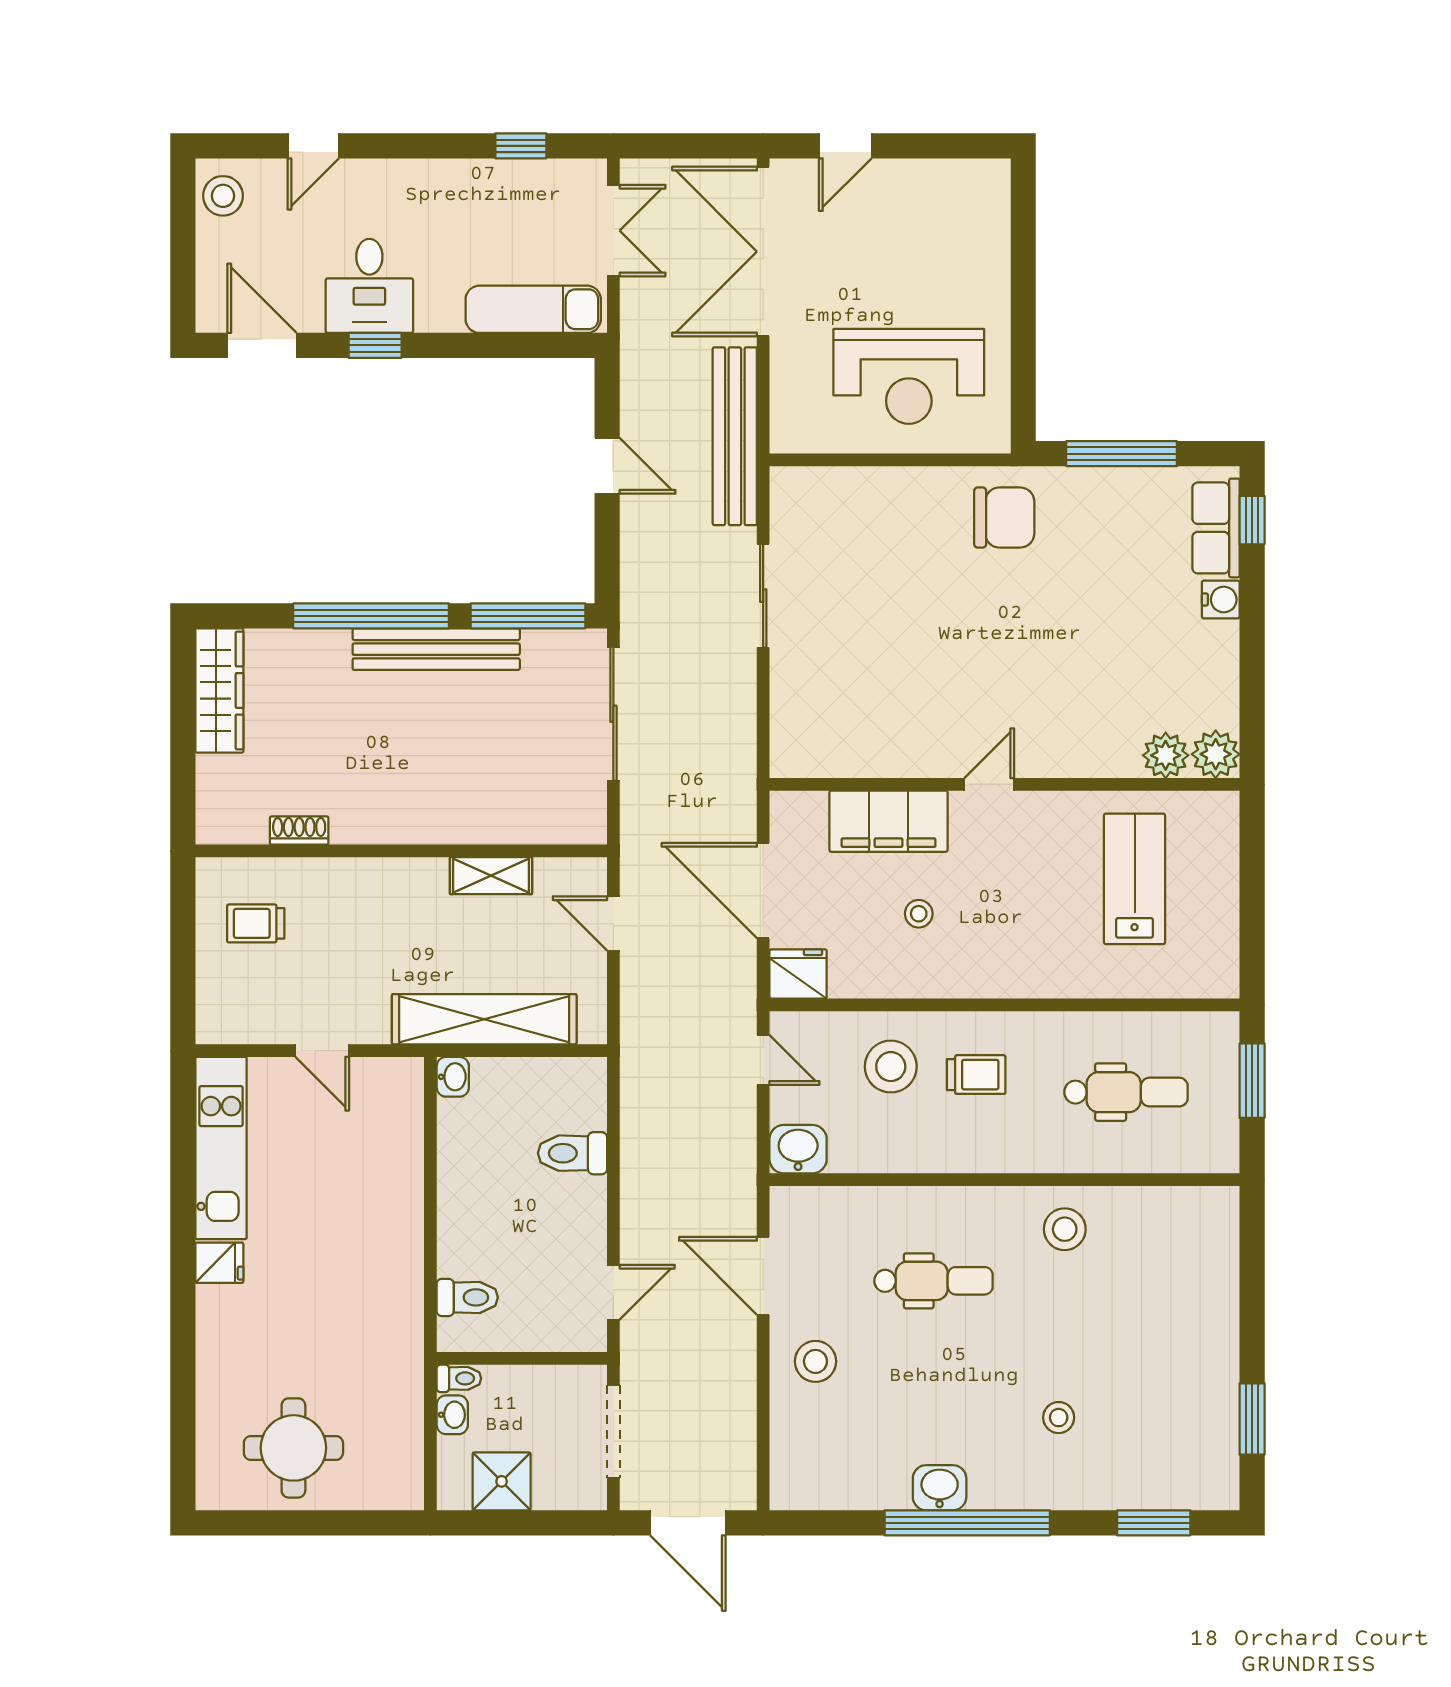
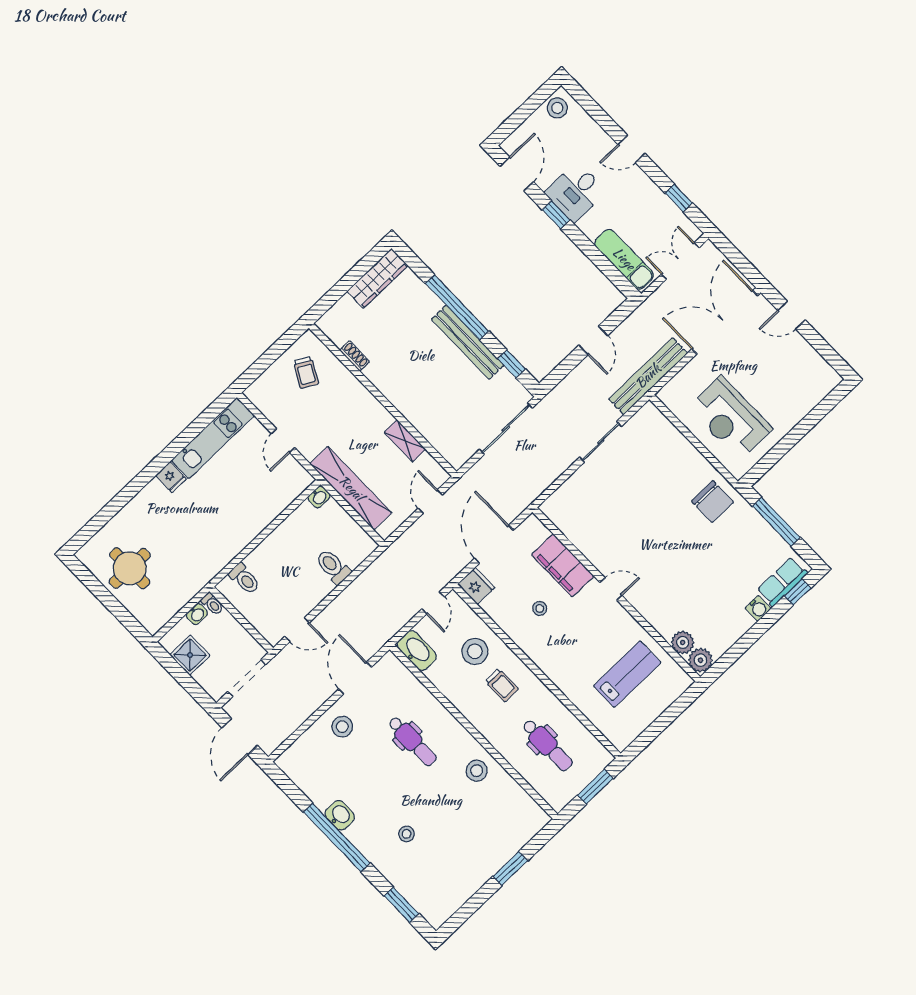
door: (313, 146) -> (632, 149), moved
double door: (613, 231) -> (680, 261), swing flipped
window: (528, 616) -> (512, 364), width x0.46
trolley: (256, 923) -> (306, 372), turned -151
washbasin: (798, 1149) -> (417, 651), width x1.38
window: (1252, 1419) -> (510, 868), moved

